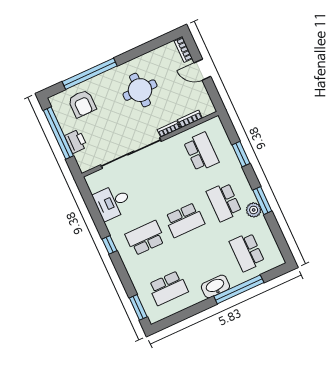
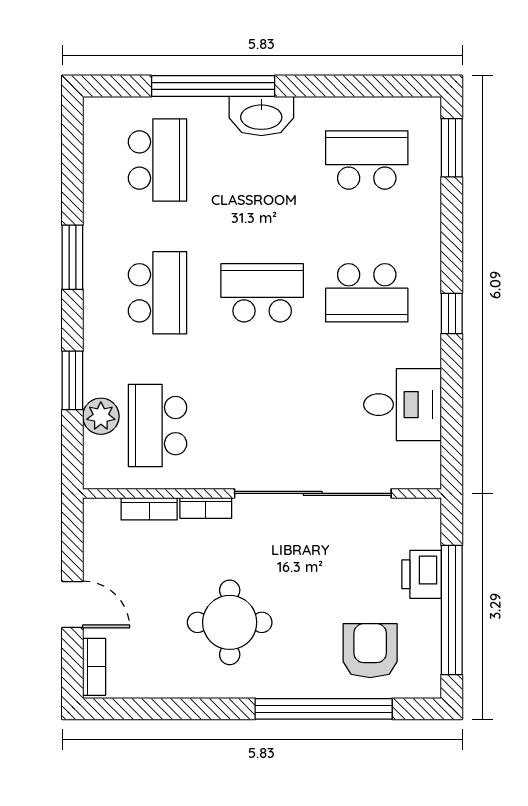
plant: (254, 210) -> (101, 416), moved

